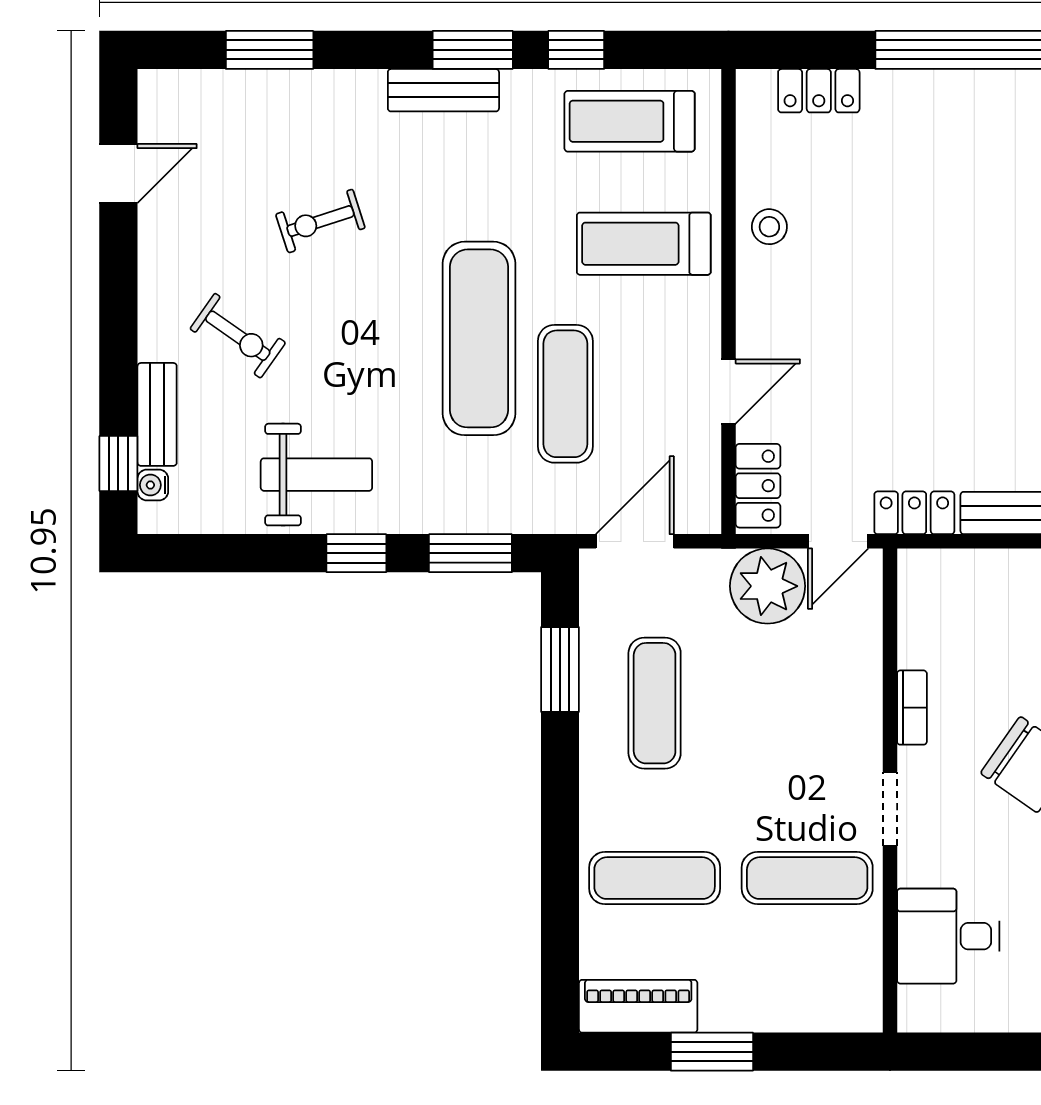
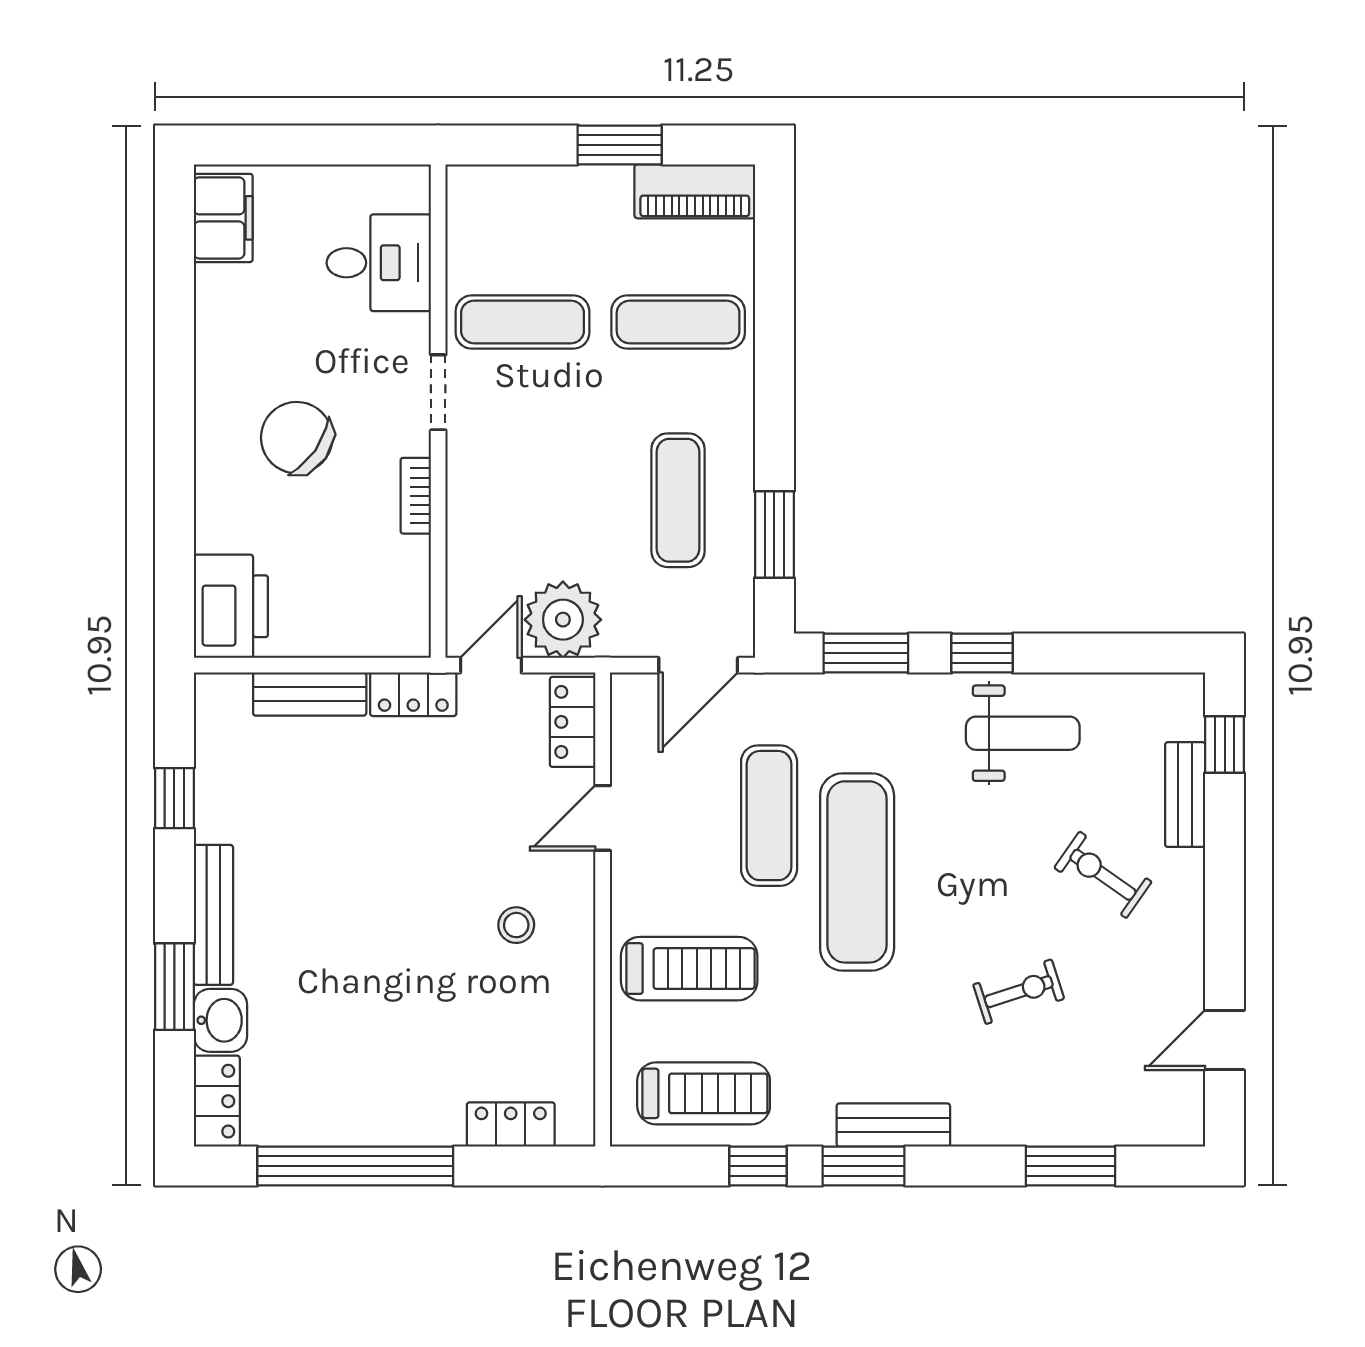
stool: (769, 227) -> (516, 925), moved
weight bench: (316, 475) -> (1023, 733), turned 180
water cooler: (153, 485) -> (1189, 723), removed

